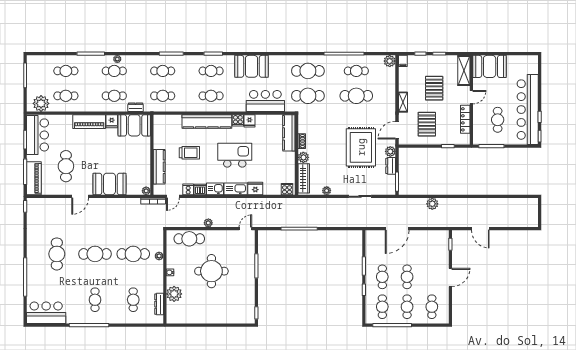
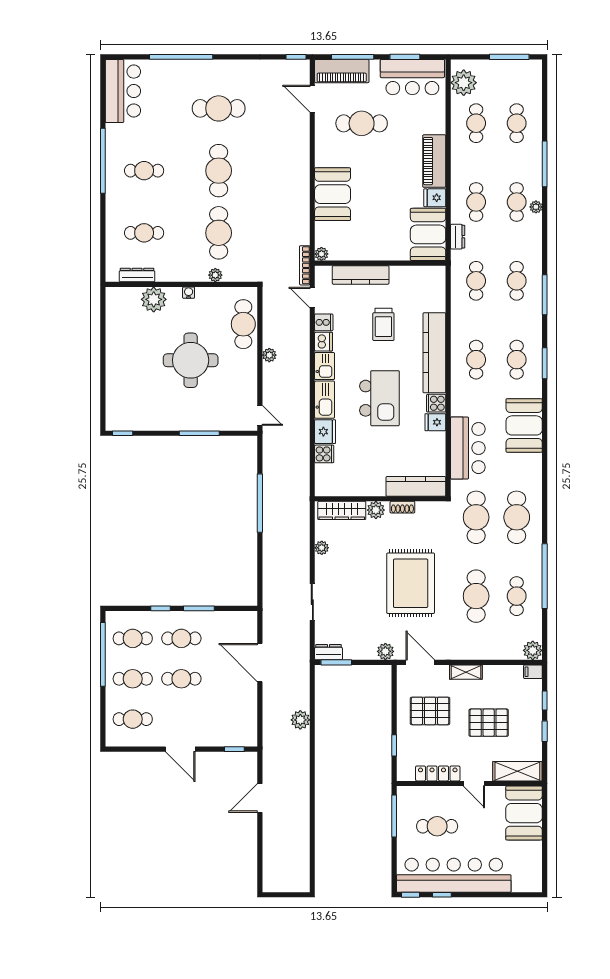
rug: (361, 147) -> (411, 583), moved, turned 90
dresser: (391, 166) -> (328, 652), moved
cooker: (287, 189) -> (324, 454), moved
door: (80, 196) -> (312, 99), moved

